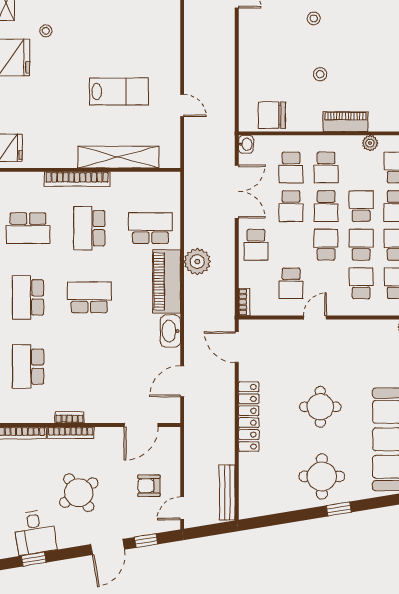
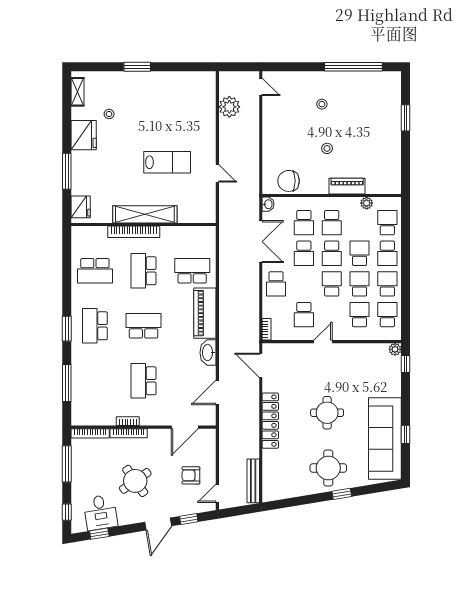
shelving: (118, 157) -> (145, 214), moved
plant: (197, 262) -> (229, 107), moved
school desk: (28, 367) -> (144, 381), moved

